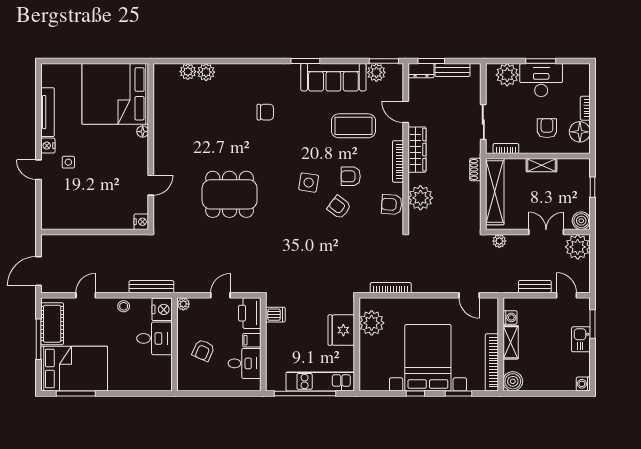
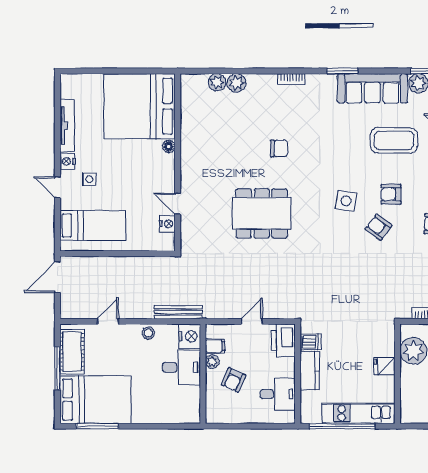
bookcase: (258, 69) -> (291, 79), added
chair: (265, 112) -> (279, 148), moved
door: (151, 185) -> (178, 204), swing flipped
bed: (72, 206) -> (93, 225), added
nightstand: (141, 222) -> (167, 224), moved
door: (38, 271) -> (57, 277), moved
plant: (183, 304) -> (212, 361), moved
fridge: (341, 330) -> (384, 366), width x0.53, depth x0.75
filing cabinet: (252, 340) -> (215, 346), moved, turned 180
kitchen counter: (275, 341) -> (310, 371), added

